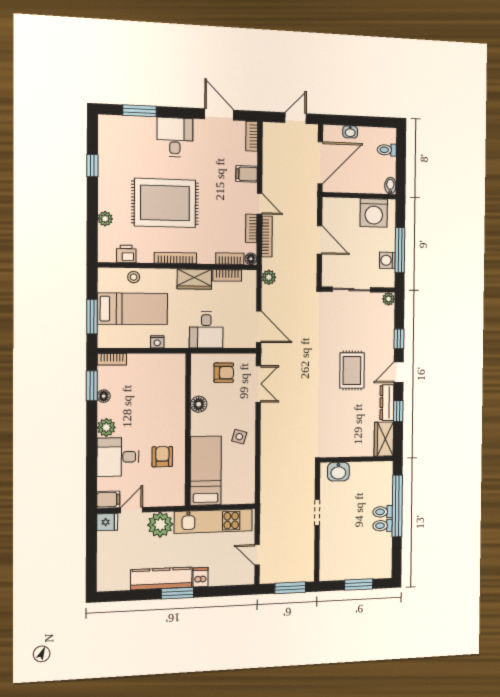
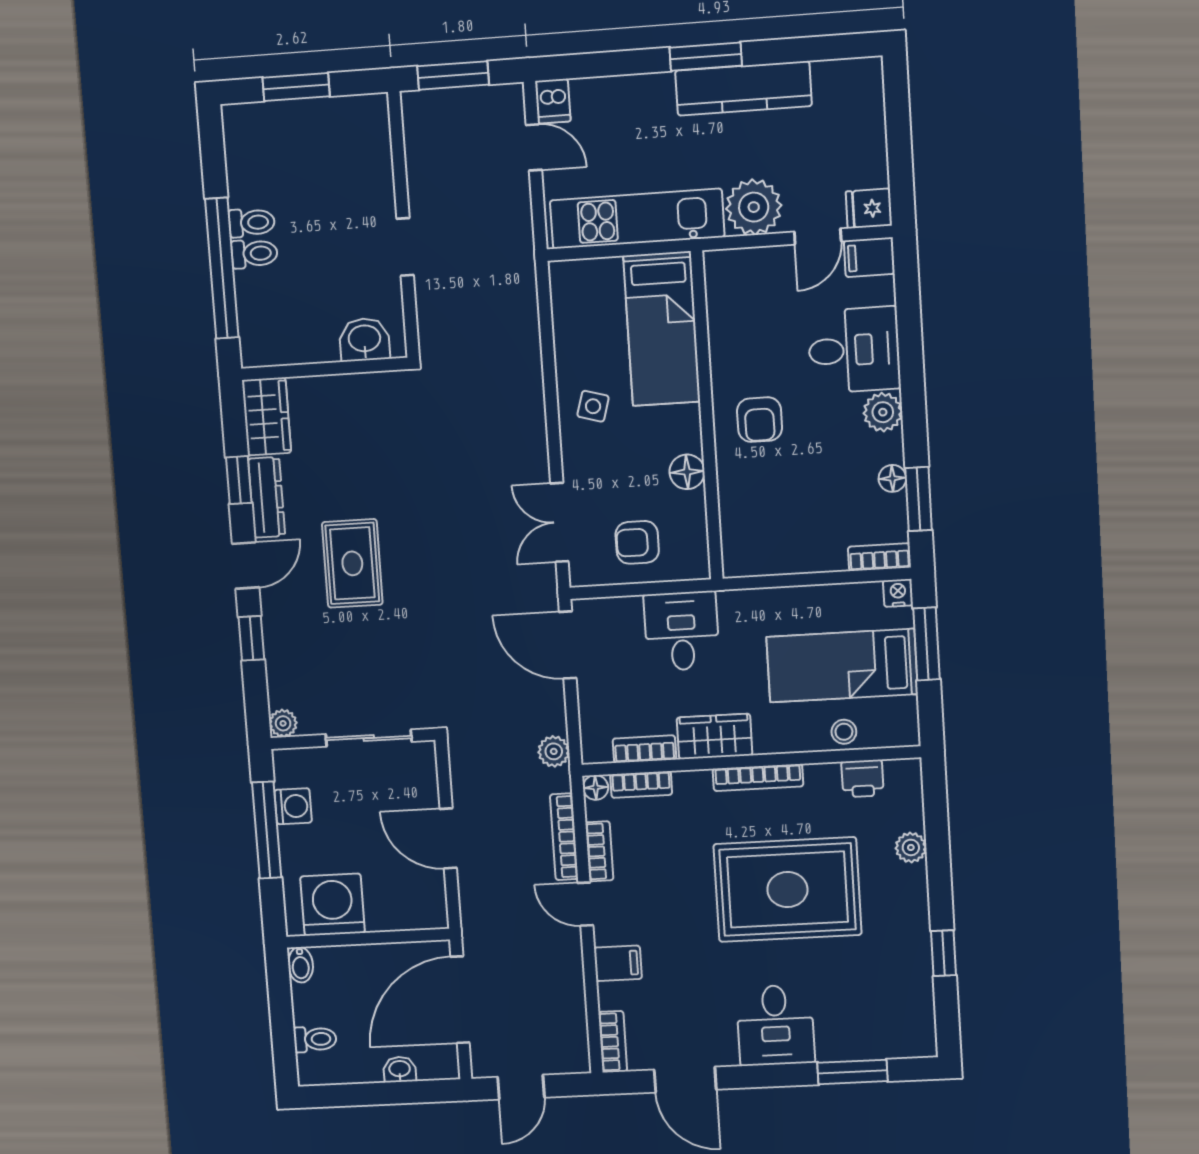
nightstand: (157, 342) -> (898, 593), moved
armchair: (162, 457) -> (760, 420), moved
dishwasher: (201, 577) -> (553, 101), moved

